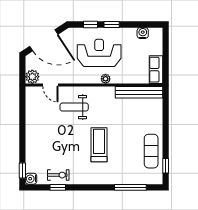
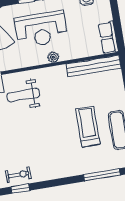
reception desk: (99, 53) -> (41, 29), turned 180
treadmill: (99, 145) -> (88, 127), moved

